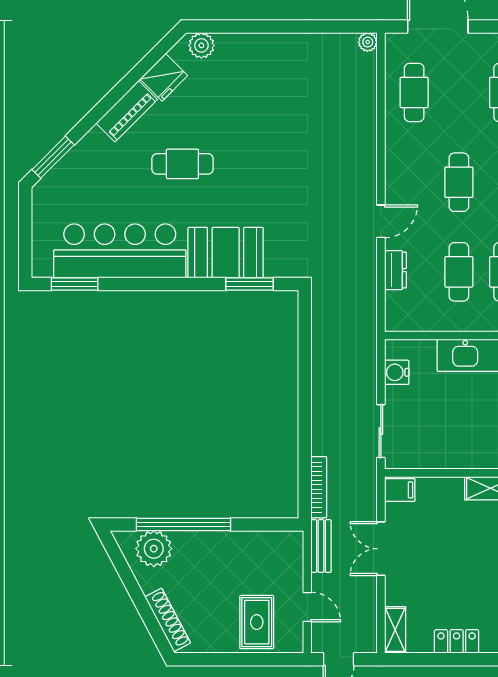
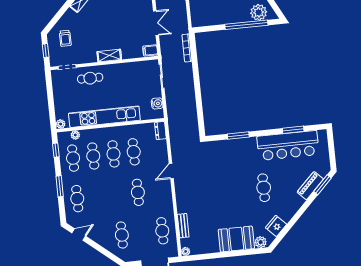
piano: (127, 111) -> (310, 186), moved
cafe table: (182, 164) -> (264, 188), turned 90
booth: (226, 253) -> (236, 239), moved
dresser: (395, 270) -> (160, 131), moved
window: (75, 284) -> (293, 130), moved
window: (250, 284) -> (238, 135), moved
bench: (321, 546) -> (183, 226), moved

